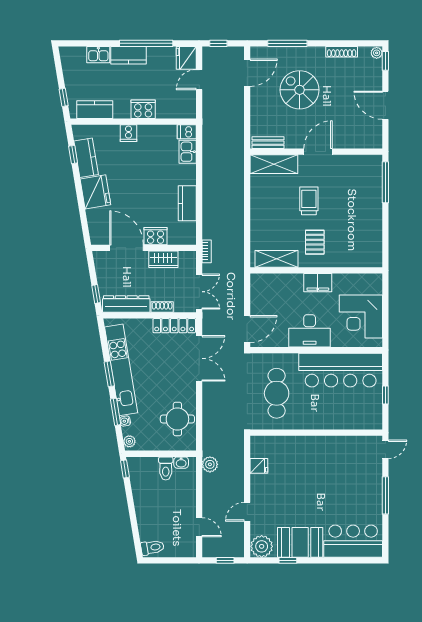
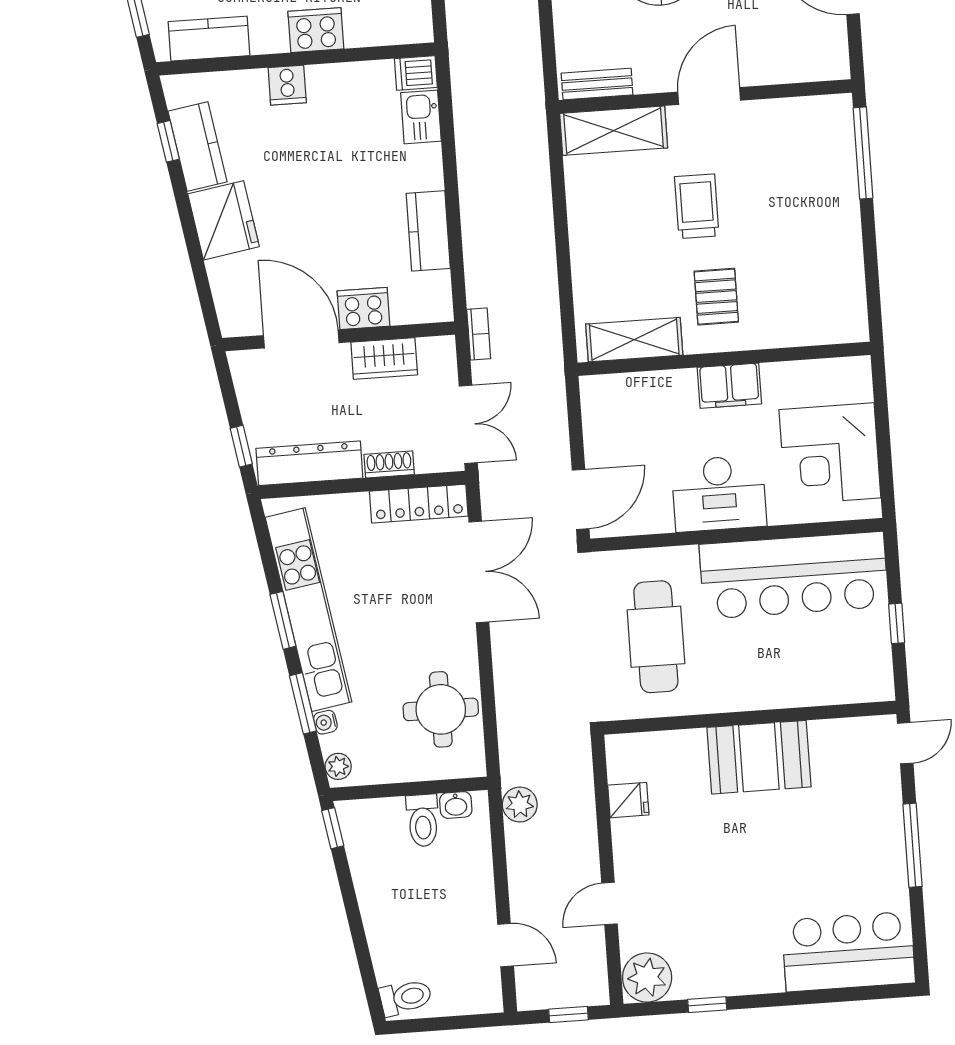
booth: (300, 542) -> (759, 757), moved

